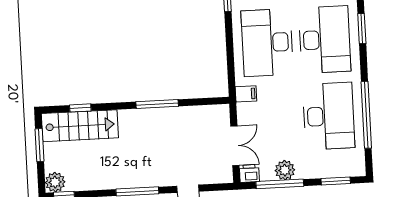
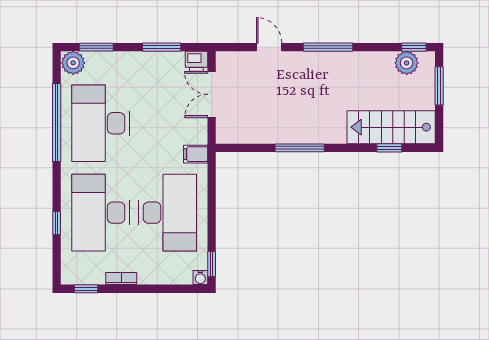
window: (362, 29) -> (57, 223), width x0.67
window: (40, 145) -> (439, 86), moved
plant: (285, 170) -> (73, 63), moved
plant: (55, 182) -> (407, 63), moved
window: (280, 184) -> (162, 47), width x0.69

